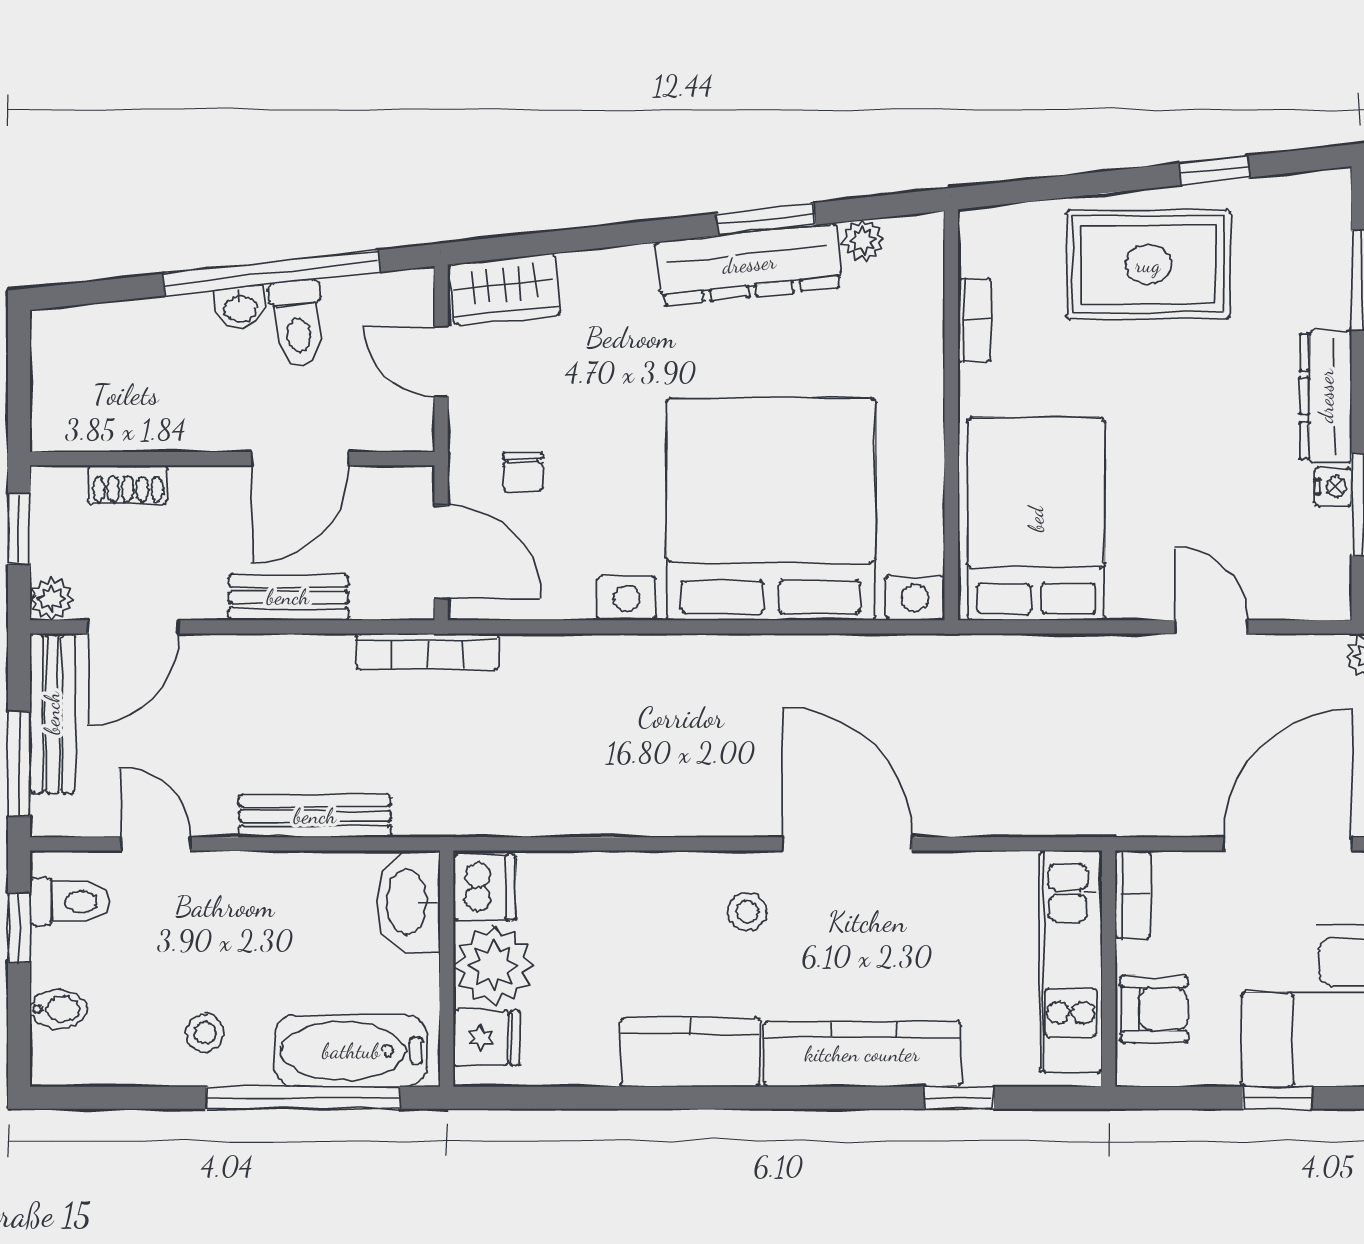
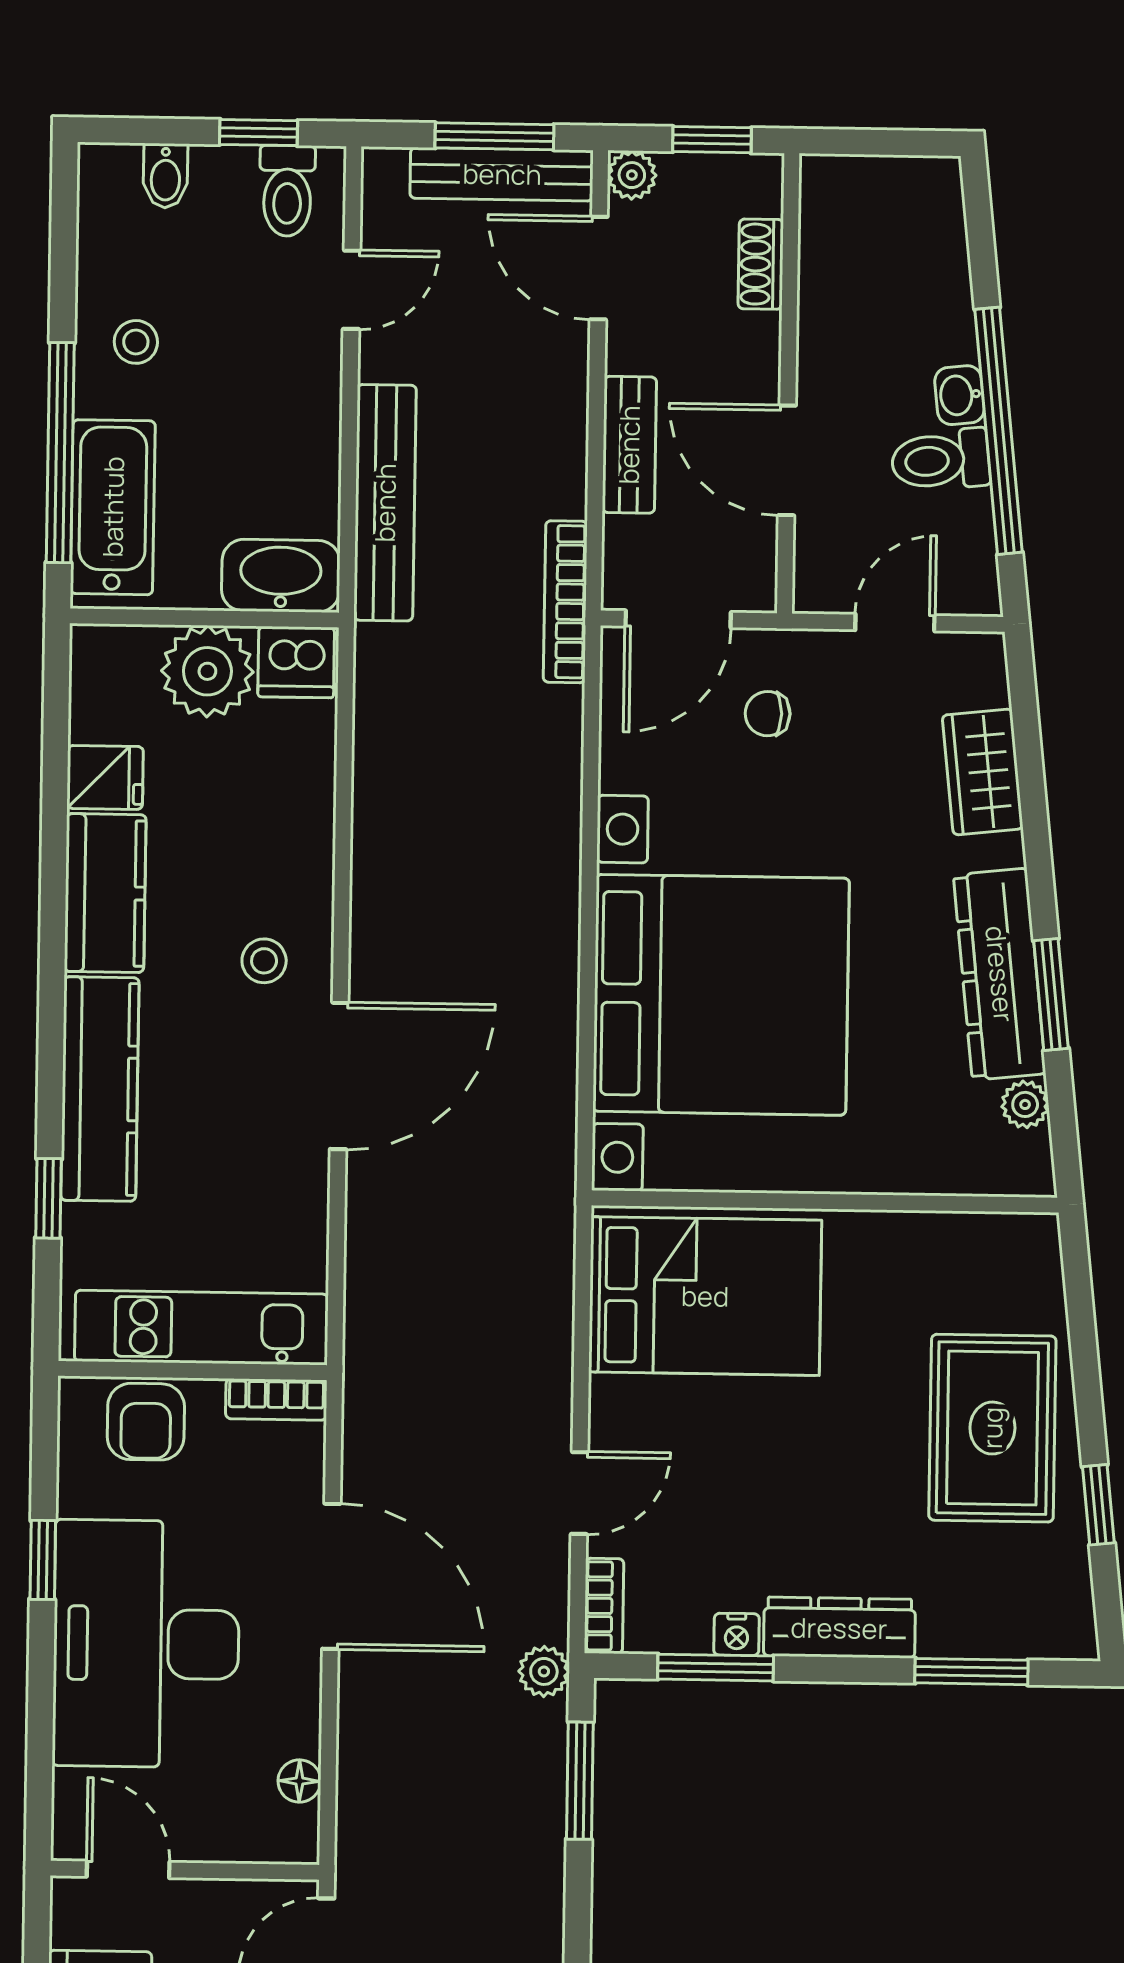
wardrobe: (505, 289) -> (983, 772), moved
bookcase: (974, 320) -> (604, 1606), moved, turned -90
window: (19, 764) -> (494, 136), moved
bench: (315, 816) -> (385, 503), width x1.37, depth x1.21
fridge: (486, 1038) -> (105, 777), moved, turned -90

